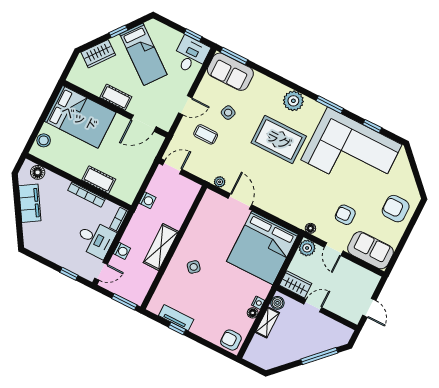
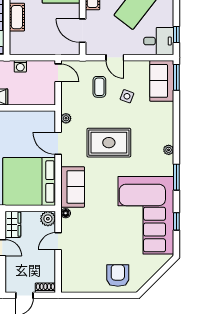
plant: (293, 101) -> (169, 150), width x0.53, depth x0.53
rug: (279, 139) -> (109, 143), moved, turned 90
door: (240, 201) -> (58, 143), swing flipped
armchair: (345, 215) -> (91, 236), removed
sofa: (371, 250) -> (73, 187), moved
shoe rack: (372, 284) -> (45, 288), added

